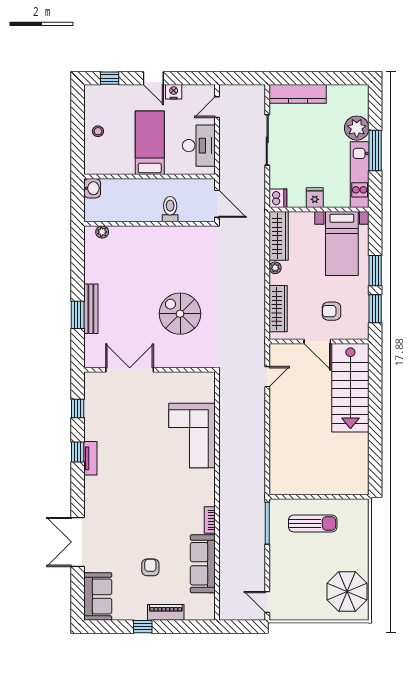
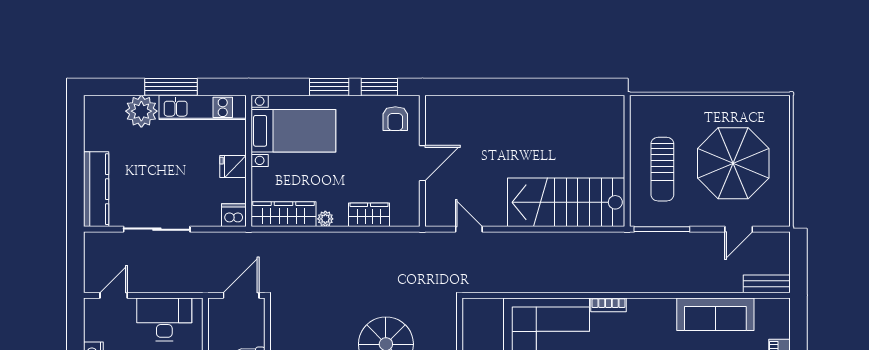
door: (217, 107) -> (114, 295), swing flipped
wardrobe: (278, 309) -> (369, 215), width x0.67
armchair: (331, 311) -> (395, 119), moved
stairs: (350, 388) -> (566, 202), moved, turned 180
bookcase: (210, 520) -> (608, 305), moved
sun lounger: (313, 524) -> (662, 169), turned 180
parasol: (347, 592) -> (733, 163), moved, width x1.36, depth x1.36
door: (267, 602) -> (739, 229), moved
bench: (226, 603) -> (767, 284), added

